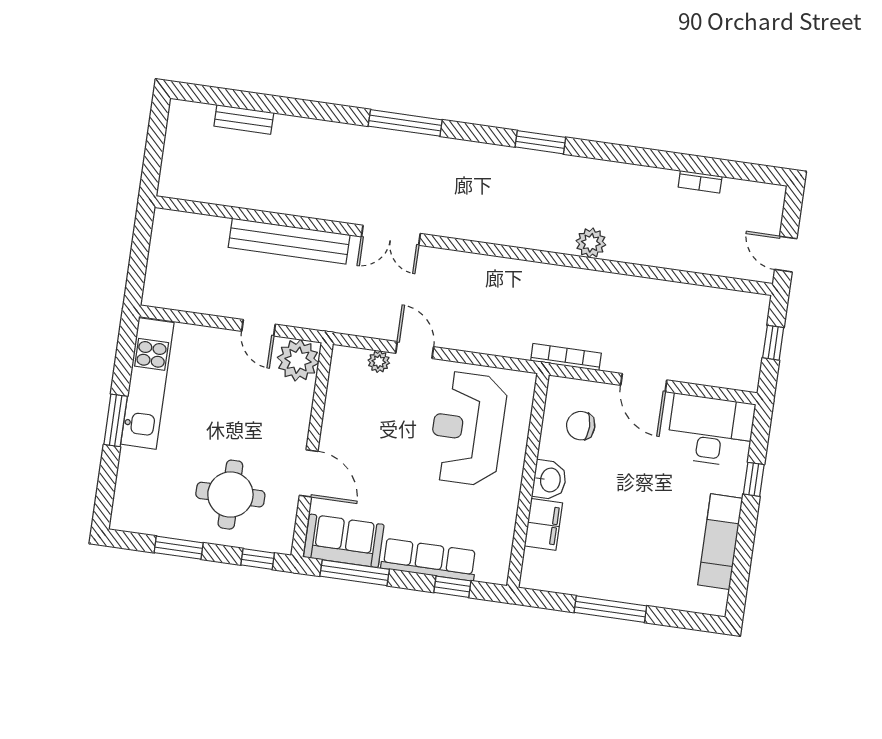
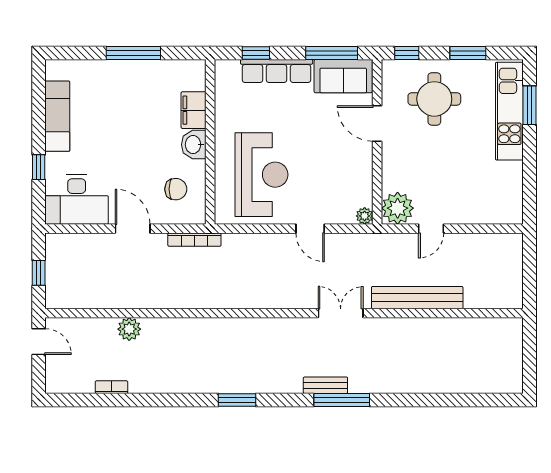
bench: (244, 119) -> (325, 385), moved
plant: (591, 243) -> (129, 329), moved
door: (258, 328) -> (431, 229), swing flipped
plant: (379, 362) -> (365, 216), moved
kitchen unit: (147, 383) -> (509, 111), moved
window: (116, 420) -> (530, 105), moved

